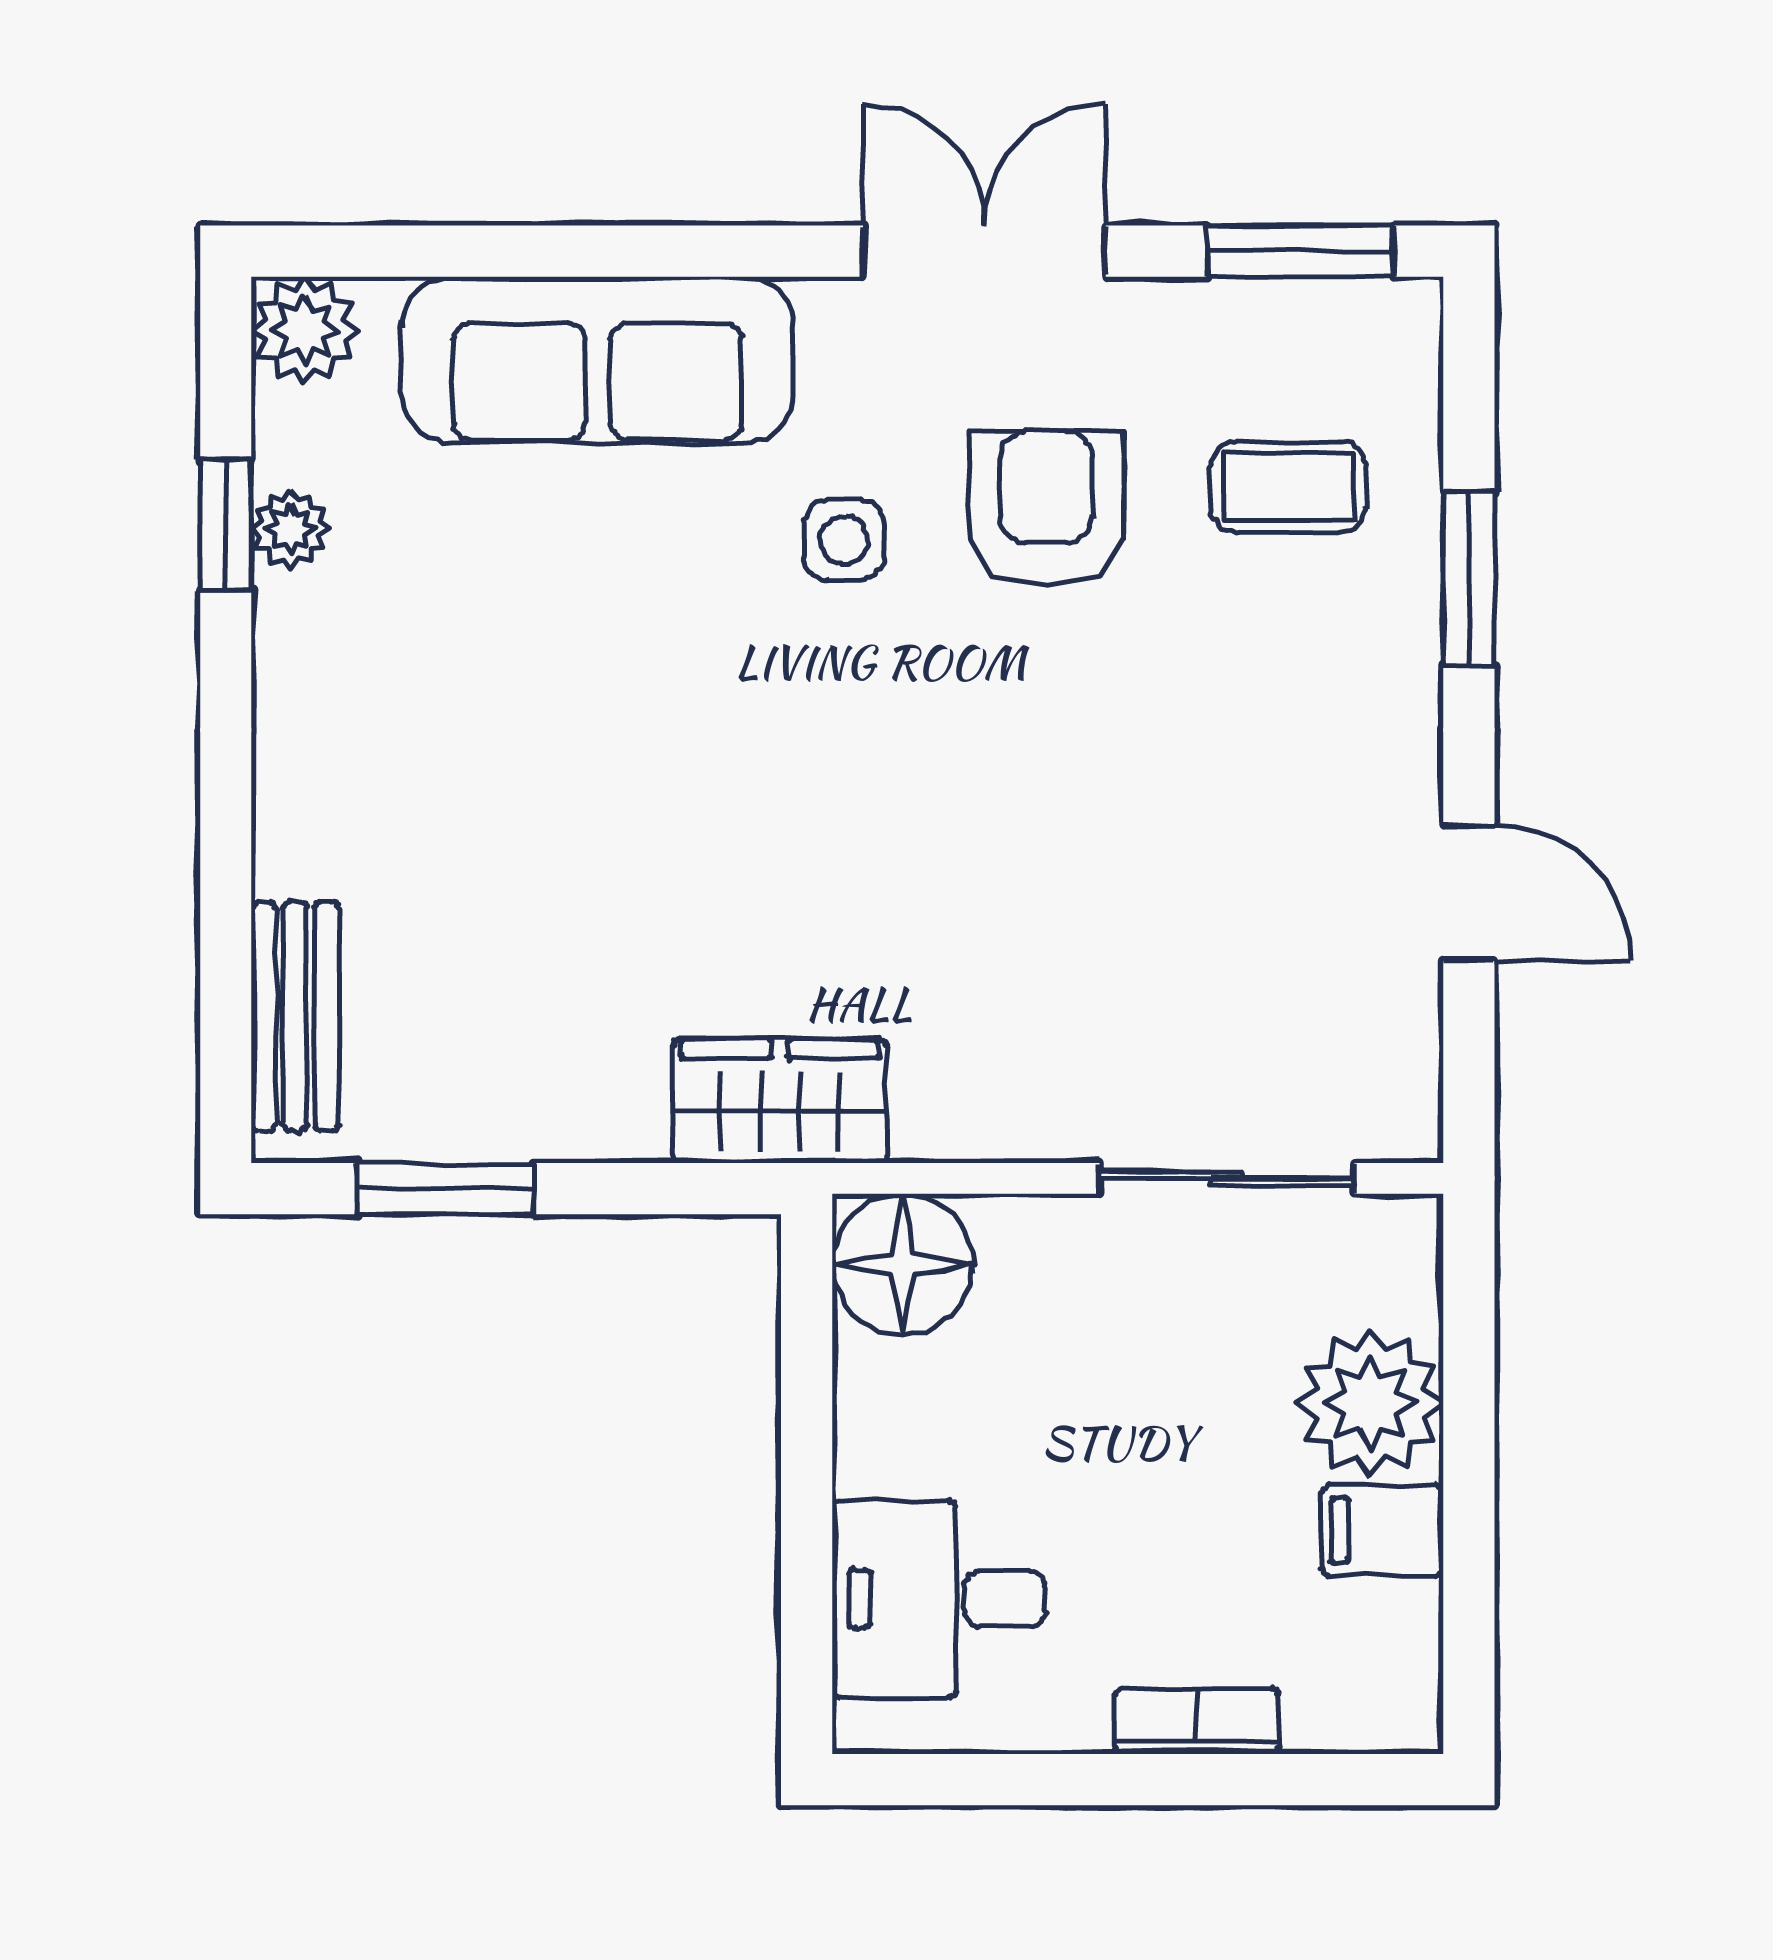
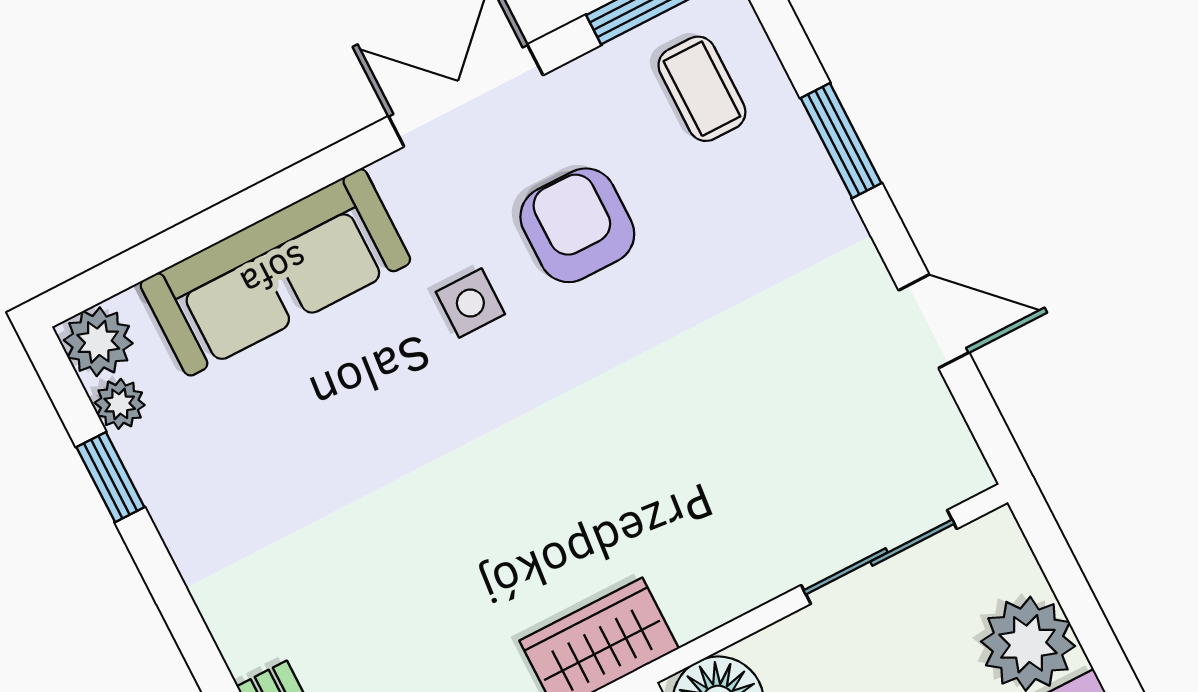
coffee table: (1288, 487) -> (702, 89), moved, turned 90
plant: (290, 529) -> (120, 404), moved

